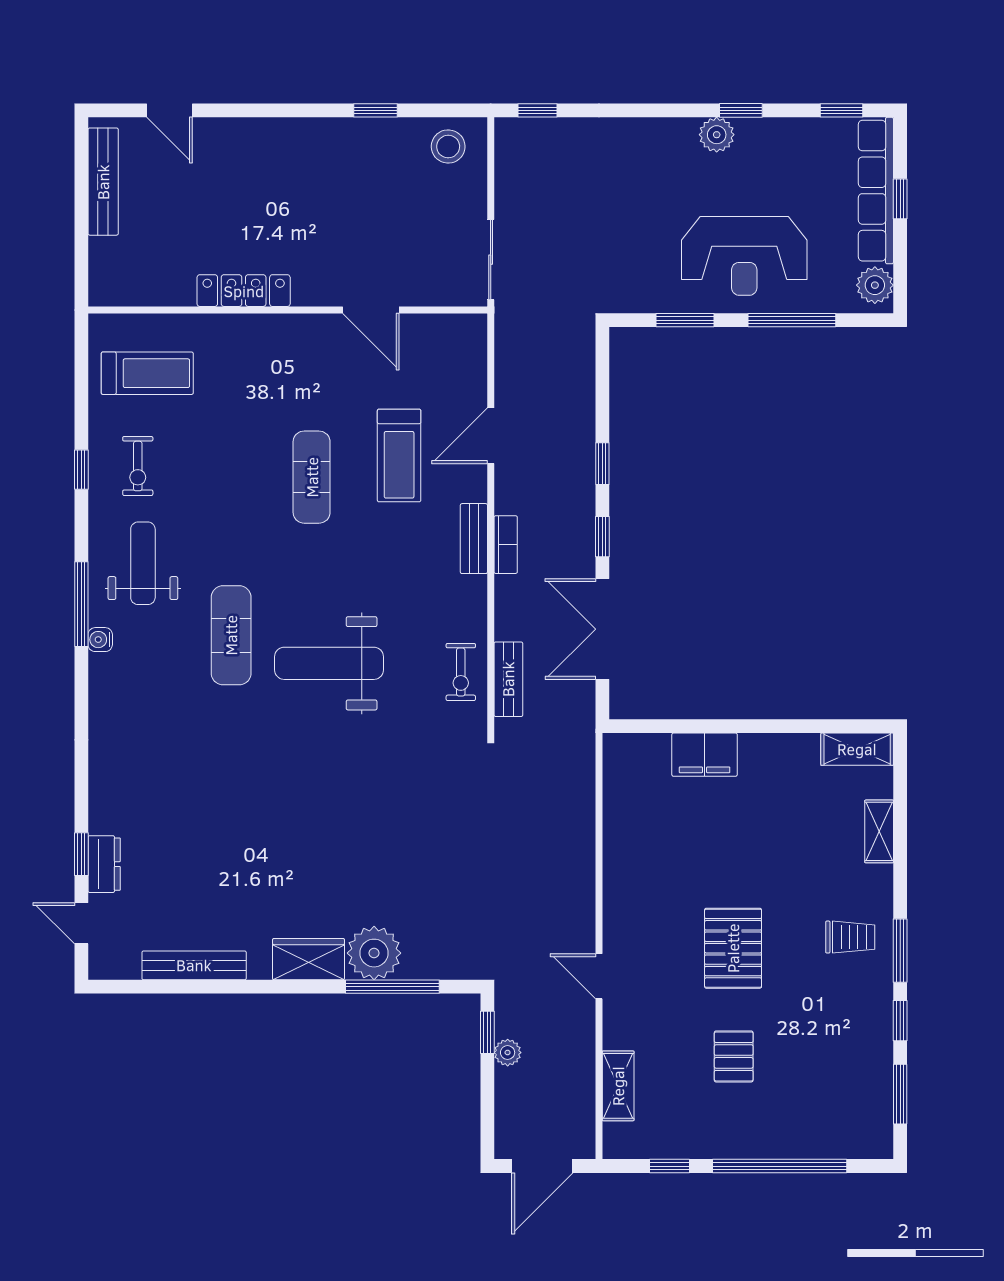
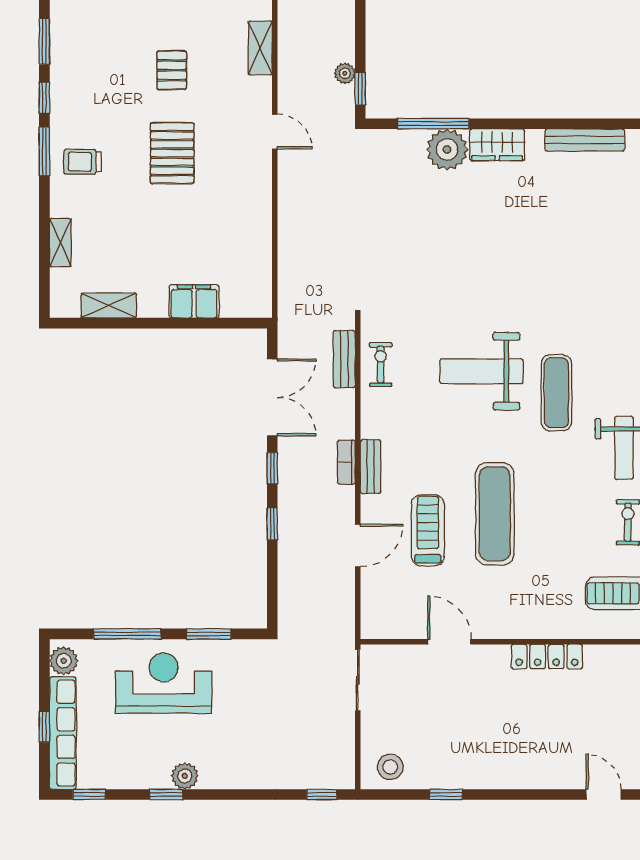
exercise mat: (312, 477) -> (495, 514), width x1.36, depth x1.45
weight bench: (329, 663) -> (481, 371), turned 180
shelving: (857, 749) -> (109, 305), moved

